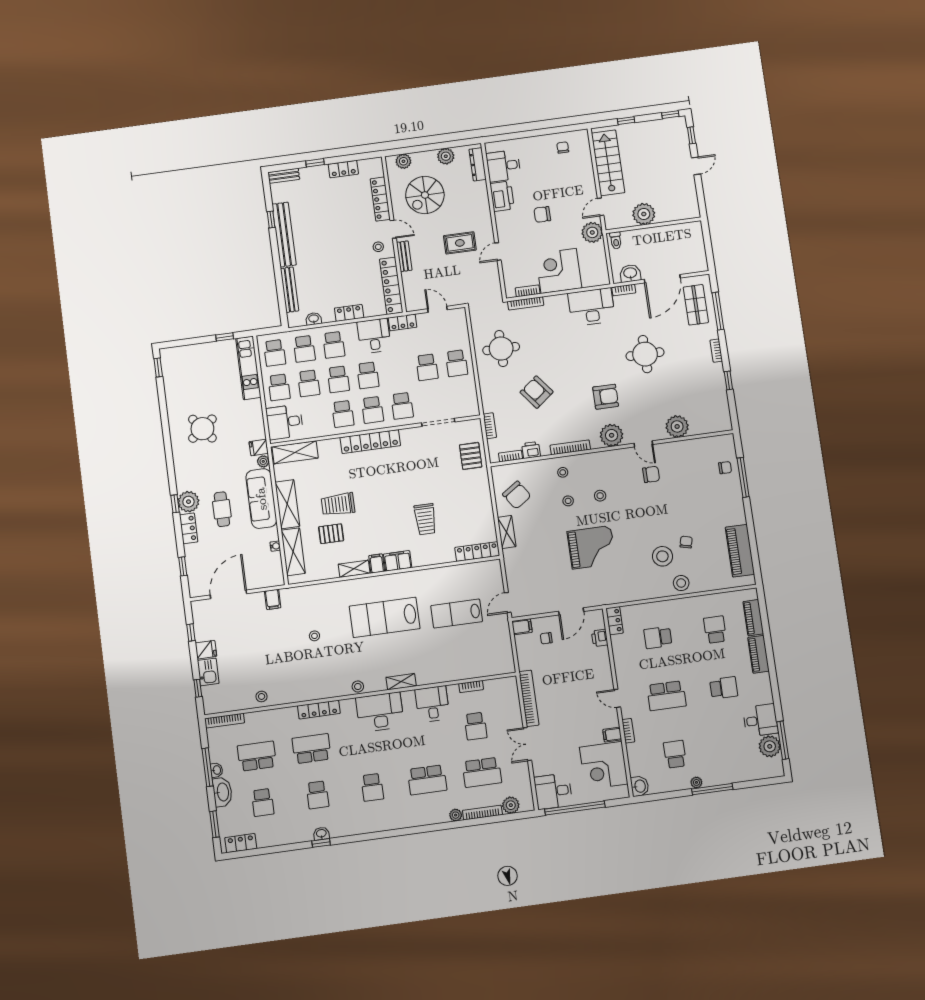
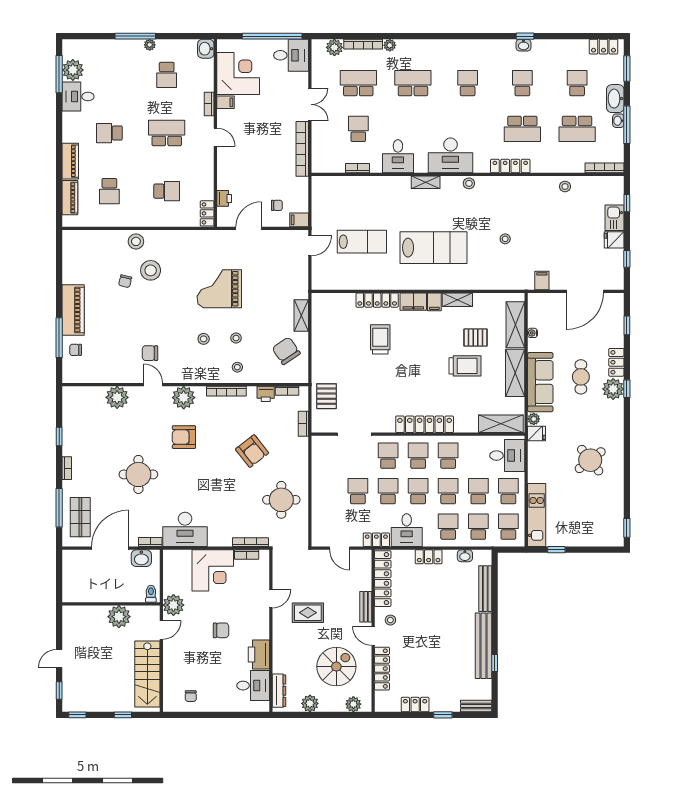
school desk: (457, 363) -> (388, 491), moved
piano: (740, 551) -> (73, 310), moved
locker: (477, 552) -> (377, 300), moved

